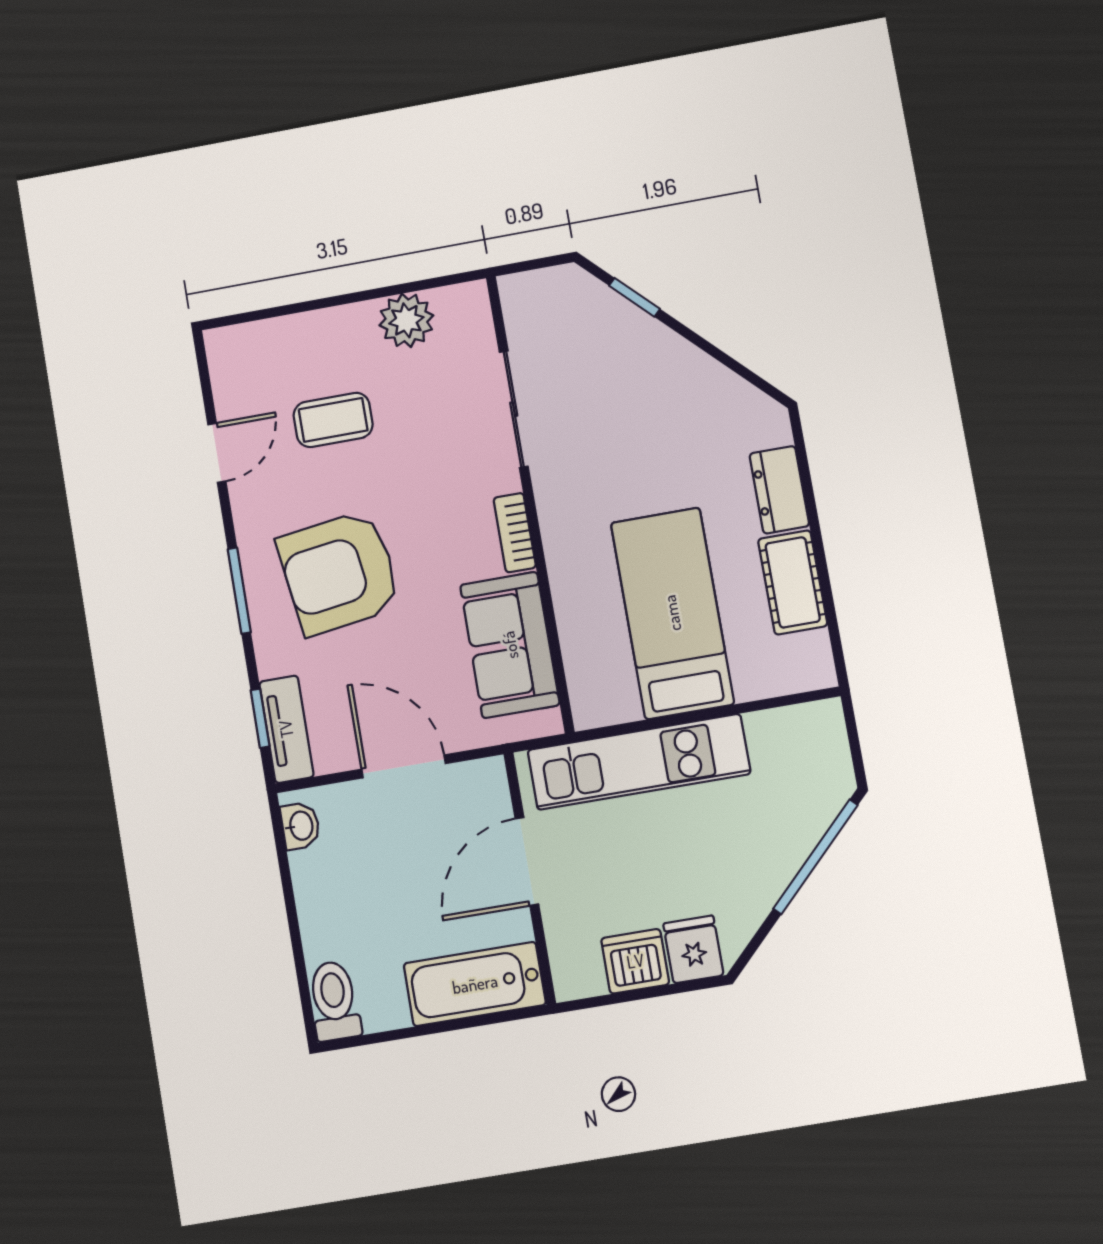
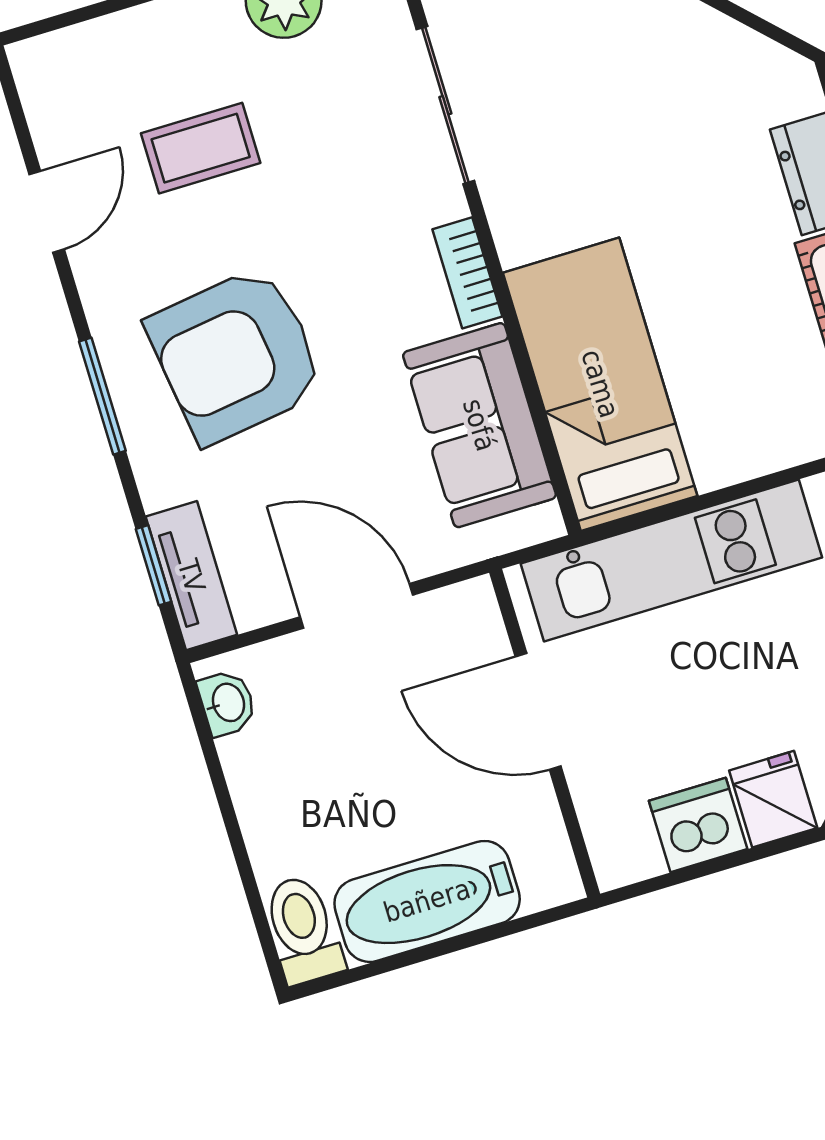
bed: (672, 613) -> (600, 384), moved
door: (527, 861) -> (538, 712), hinge flipped
bathtub: (475, 984) -> (427, 901), moved

